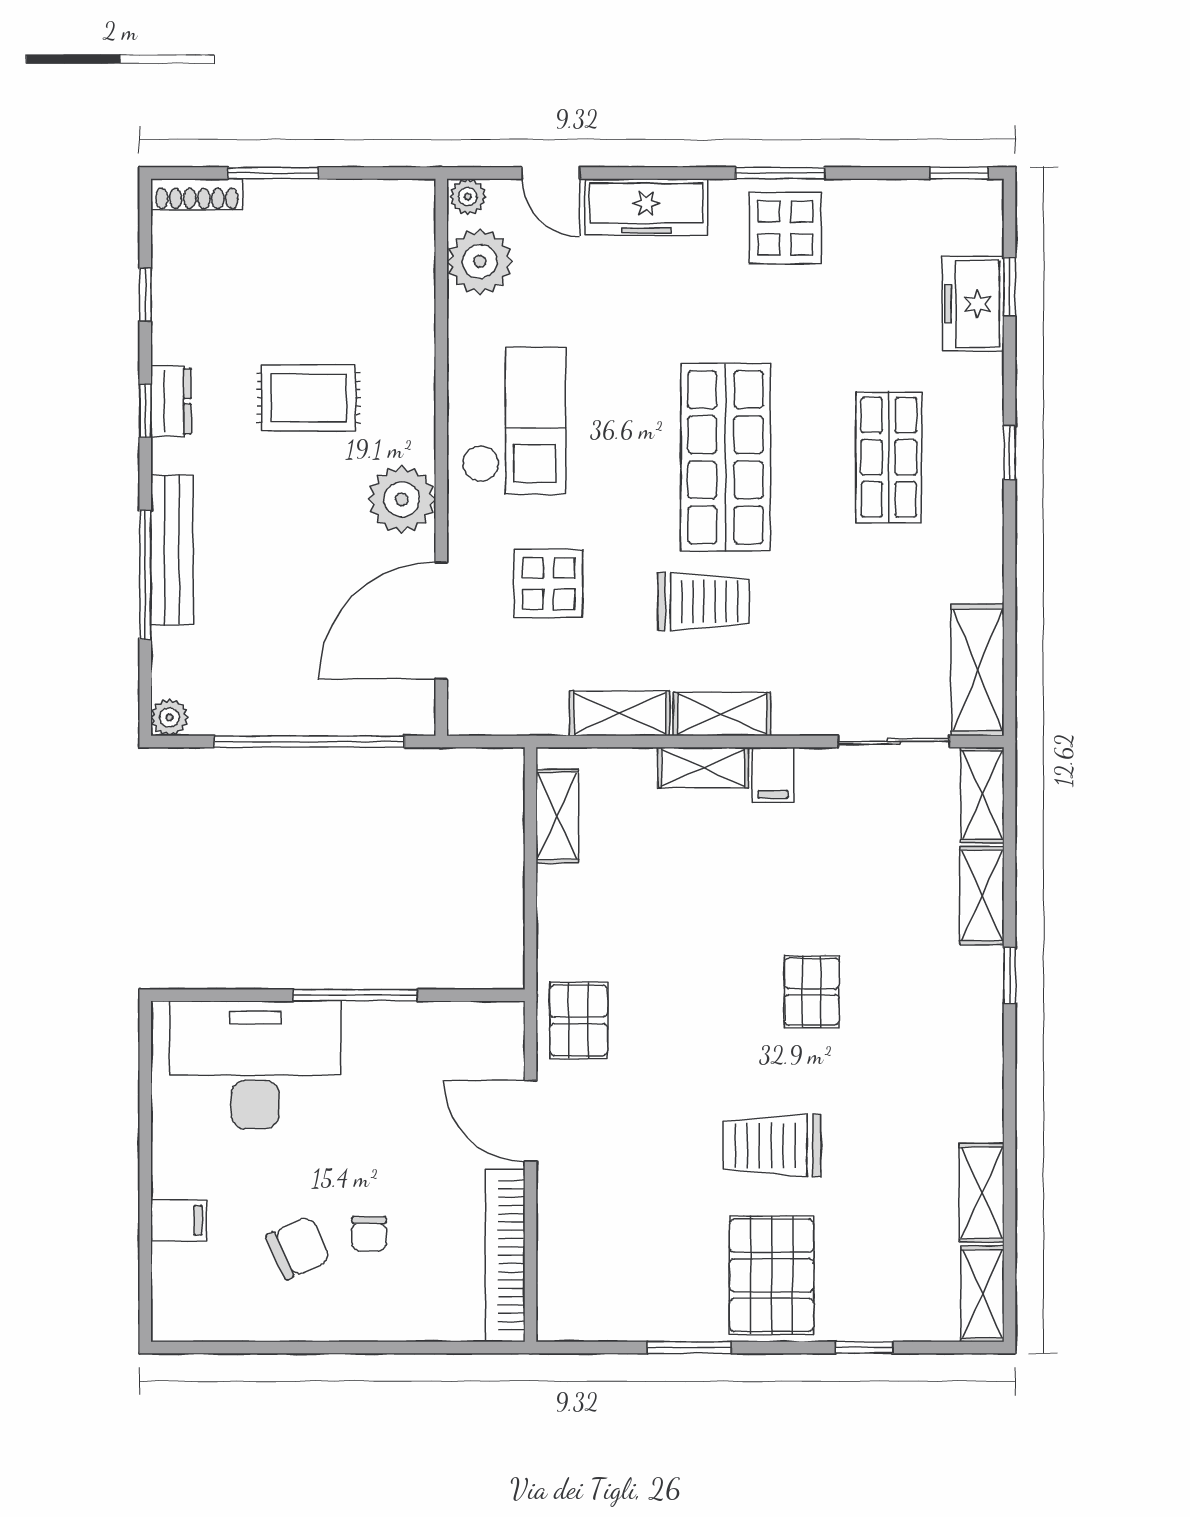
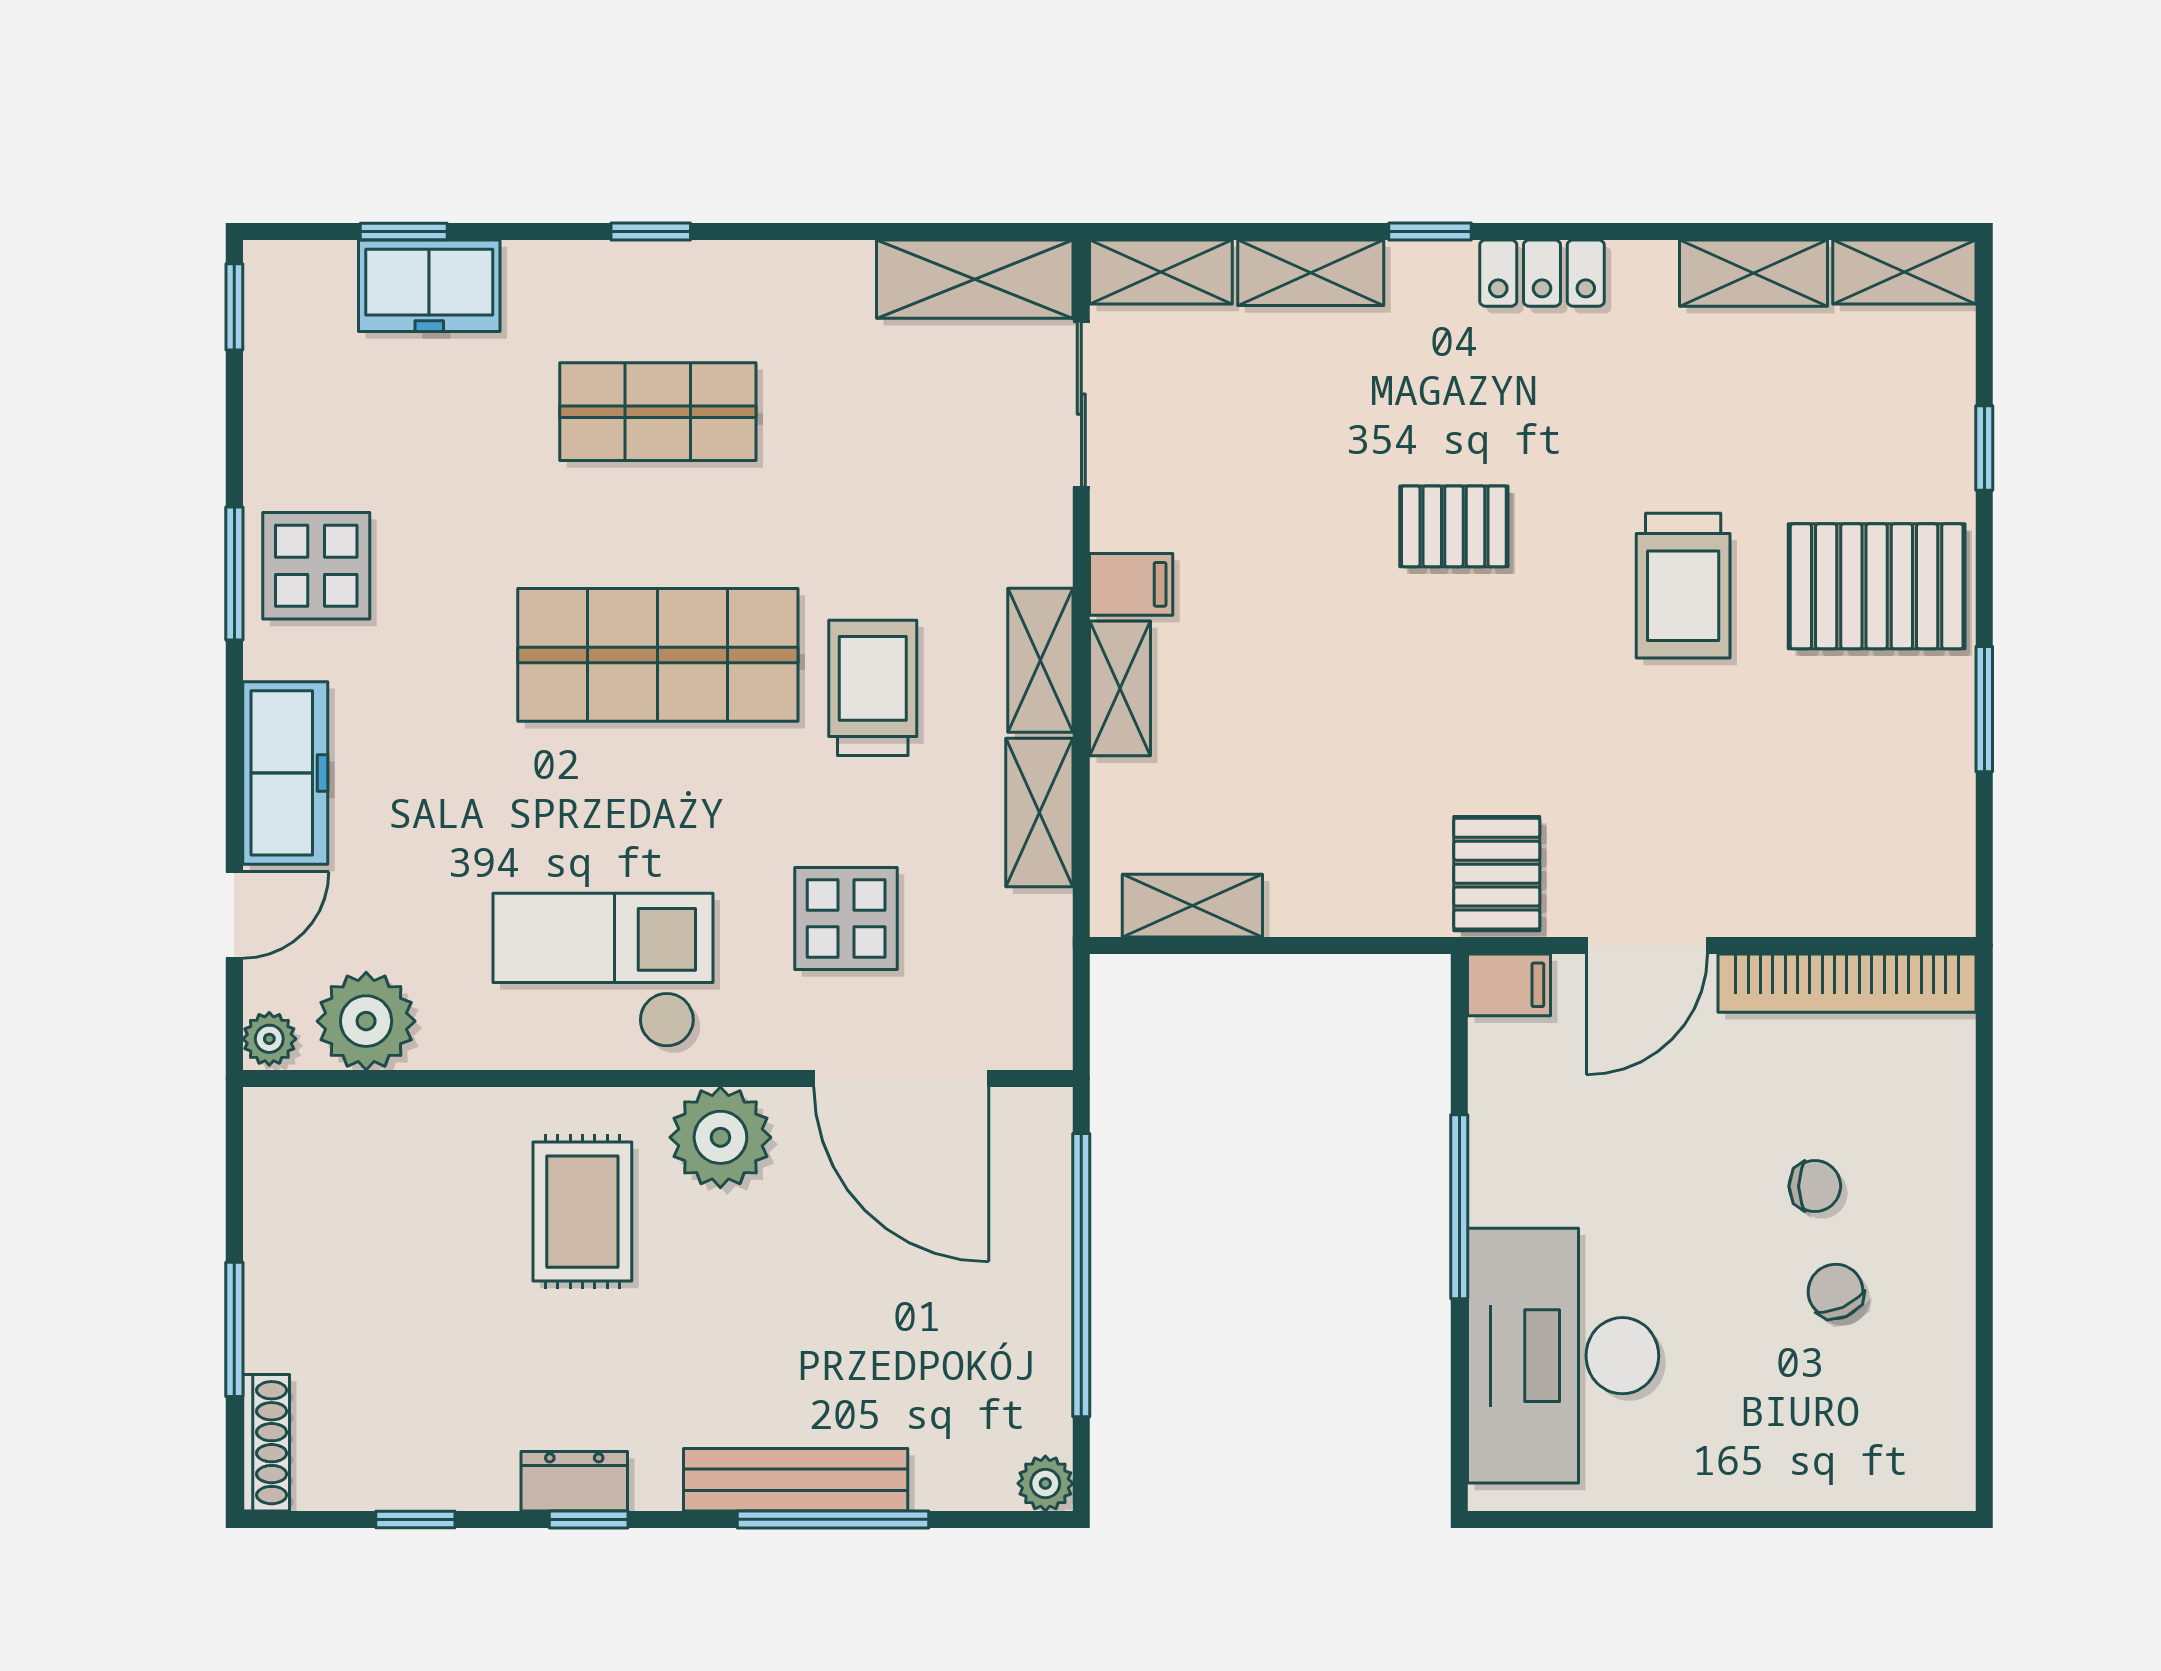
rug: (309, 398) -> (582, 1212), moved
pallet: (579, 1020) -> (1497, 874), turned 90
locker: (982, 1051) -> (1542, 273), added
filing cabinet: (179, 1220) -> (1509, 985), moved, turned 90
chair: (298, 1248) -> (1836, 1291), width x0.73, depth x0.73

